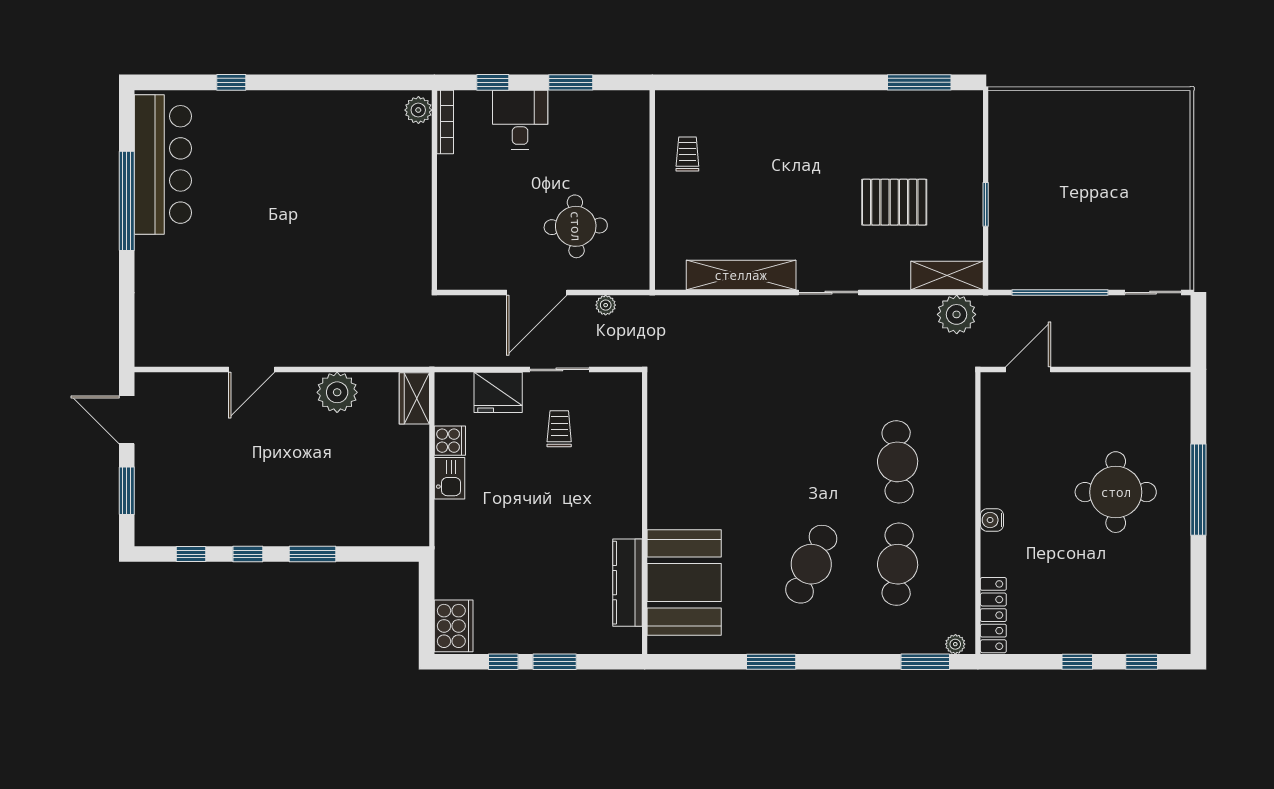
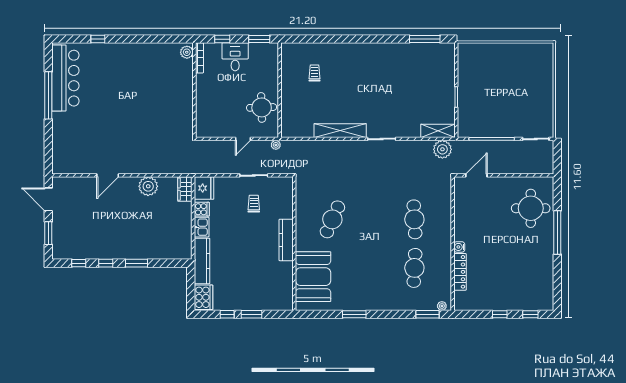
wall: (652, 190) -> (280, 90), moved
pallet: (894, 202) -> (413, 96), removed
door: (537, 293) -> (243, 139), width x0.53
fridge: (498, 392) -> (204, 188), moved, turned -90
round table: (1116, 492) -> (531, 208), moved
kitchen counter: (450, 550) -> (202, 261), added
cafe table: (811, 564) -> (332, 219), moved
kitchen counter: (627, 583) -> (286, 240), moved
locker: (993, 615) -> (460, 272), moved

